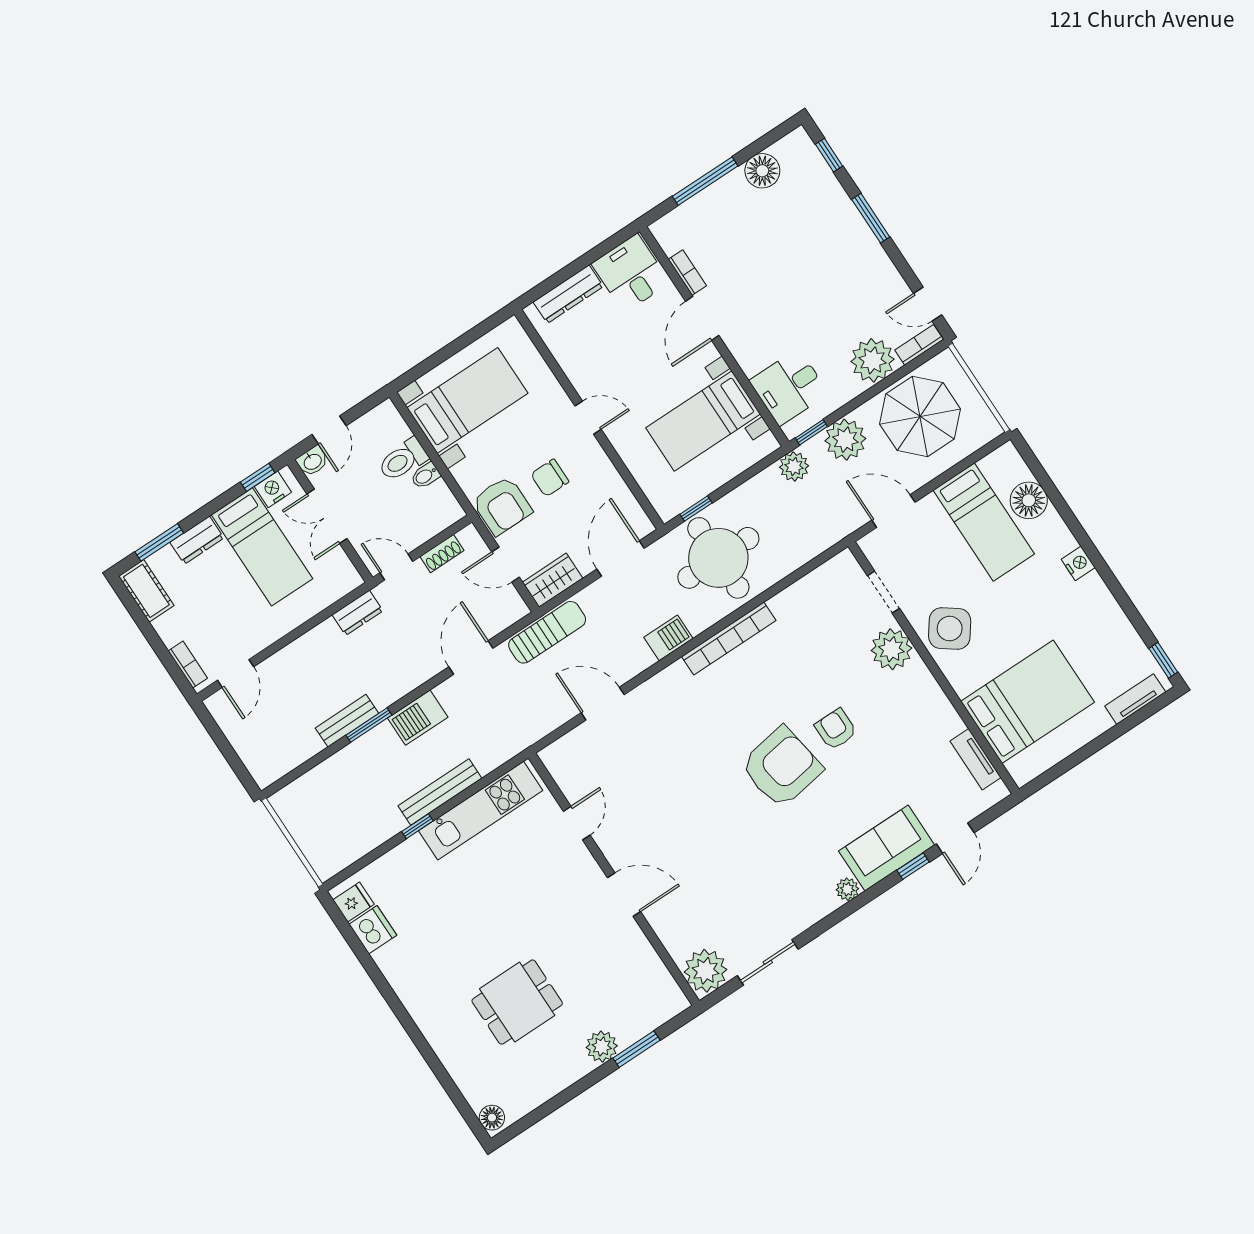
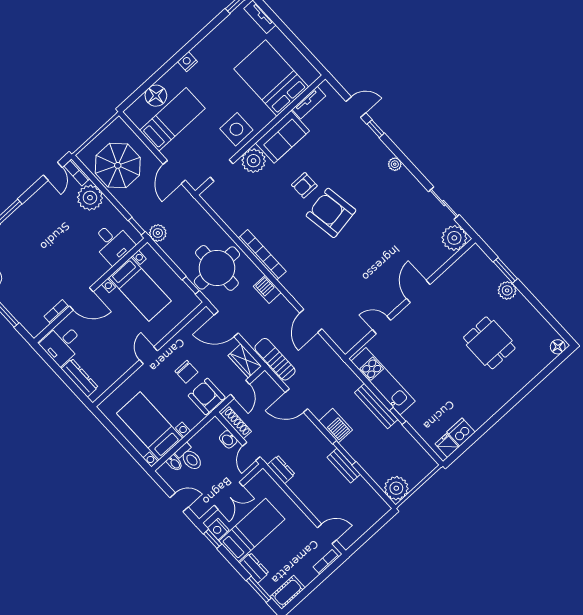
plant: (845, 440) -> (396, 488), moved
washbasin: (312, 461) -> (228, 439), moved, turned 180
bidet: (425, 476) -> (175, 463), moved
armchair: (502, 506) -> (207, 396), turned -90
shoe rack: (442, 554) -> (236, 423), width x1.43
side table: (950, 629) -> (236, 129), turned -36
sofa: (887, 848) -> (282, 137), moved, turned -90

